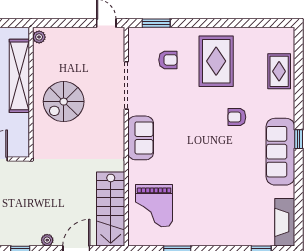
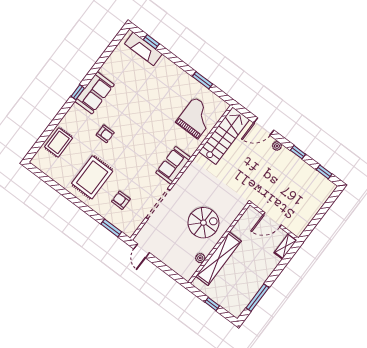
plant: (39, 37) -> (200, 258), moved
sofa: (280, 152) -> (95, 93), width x0.73
fireplace: (285, 222) -> (143, 49), moved, turned 90

